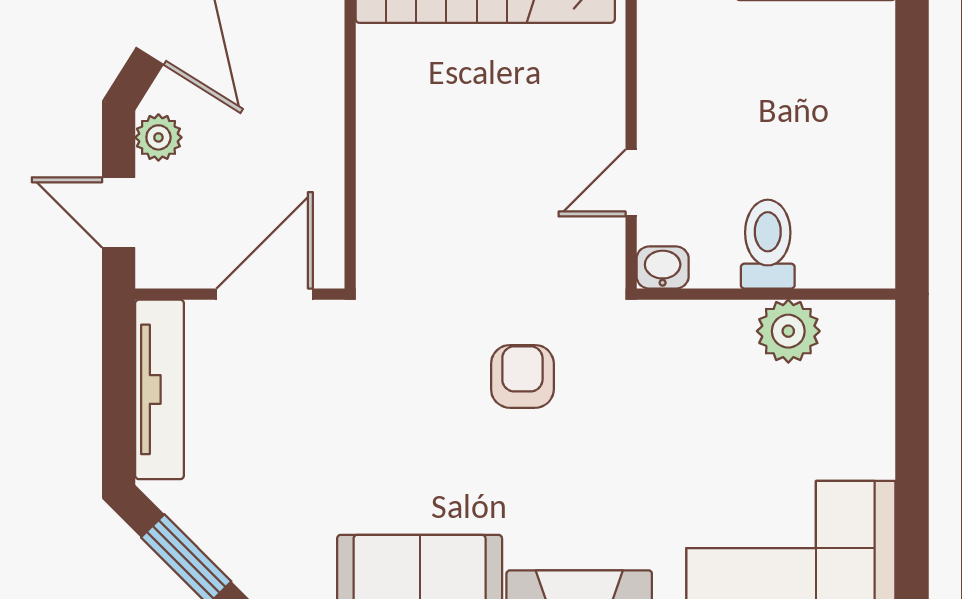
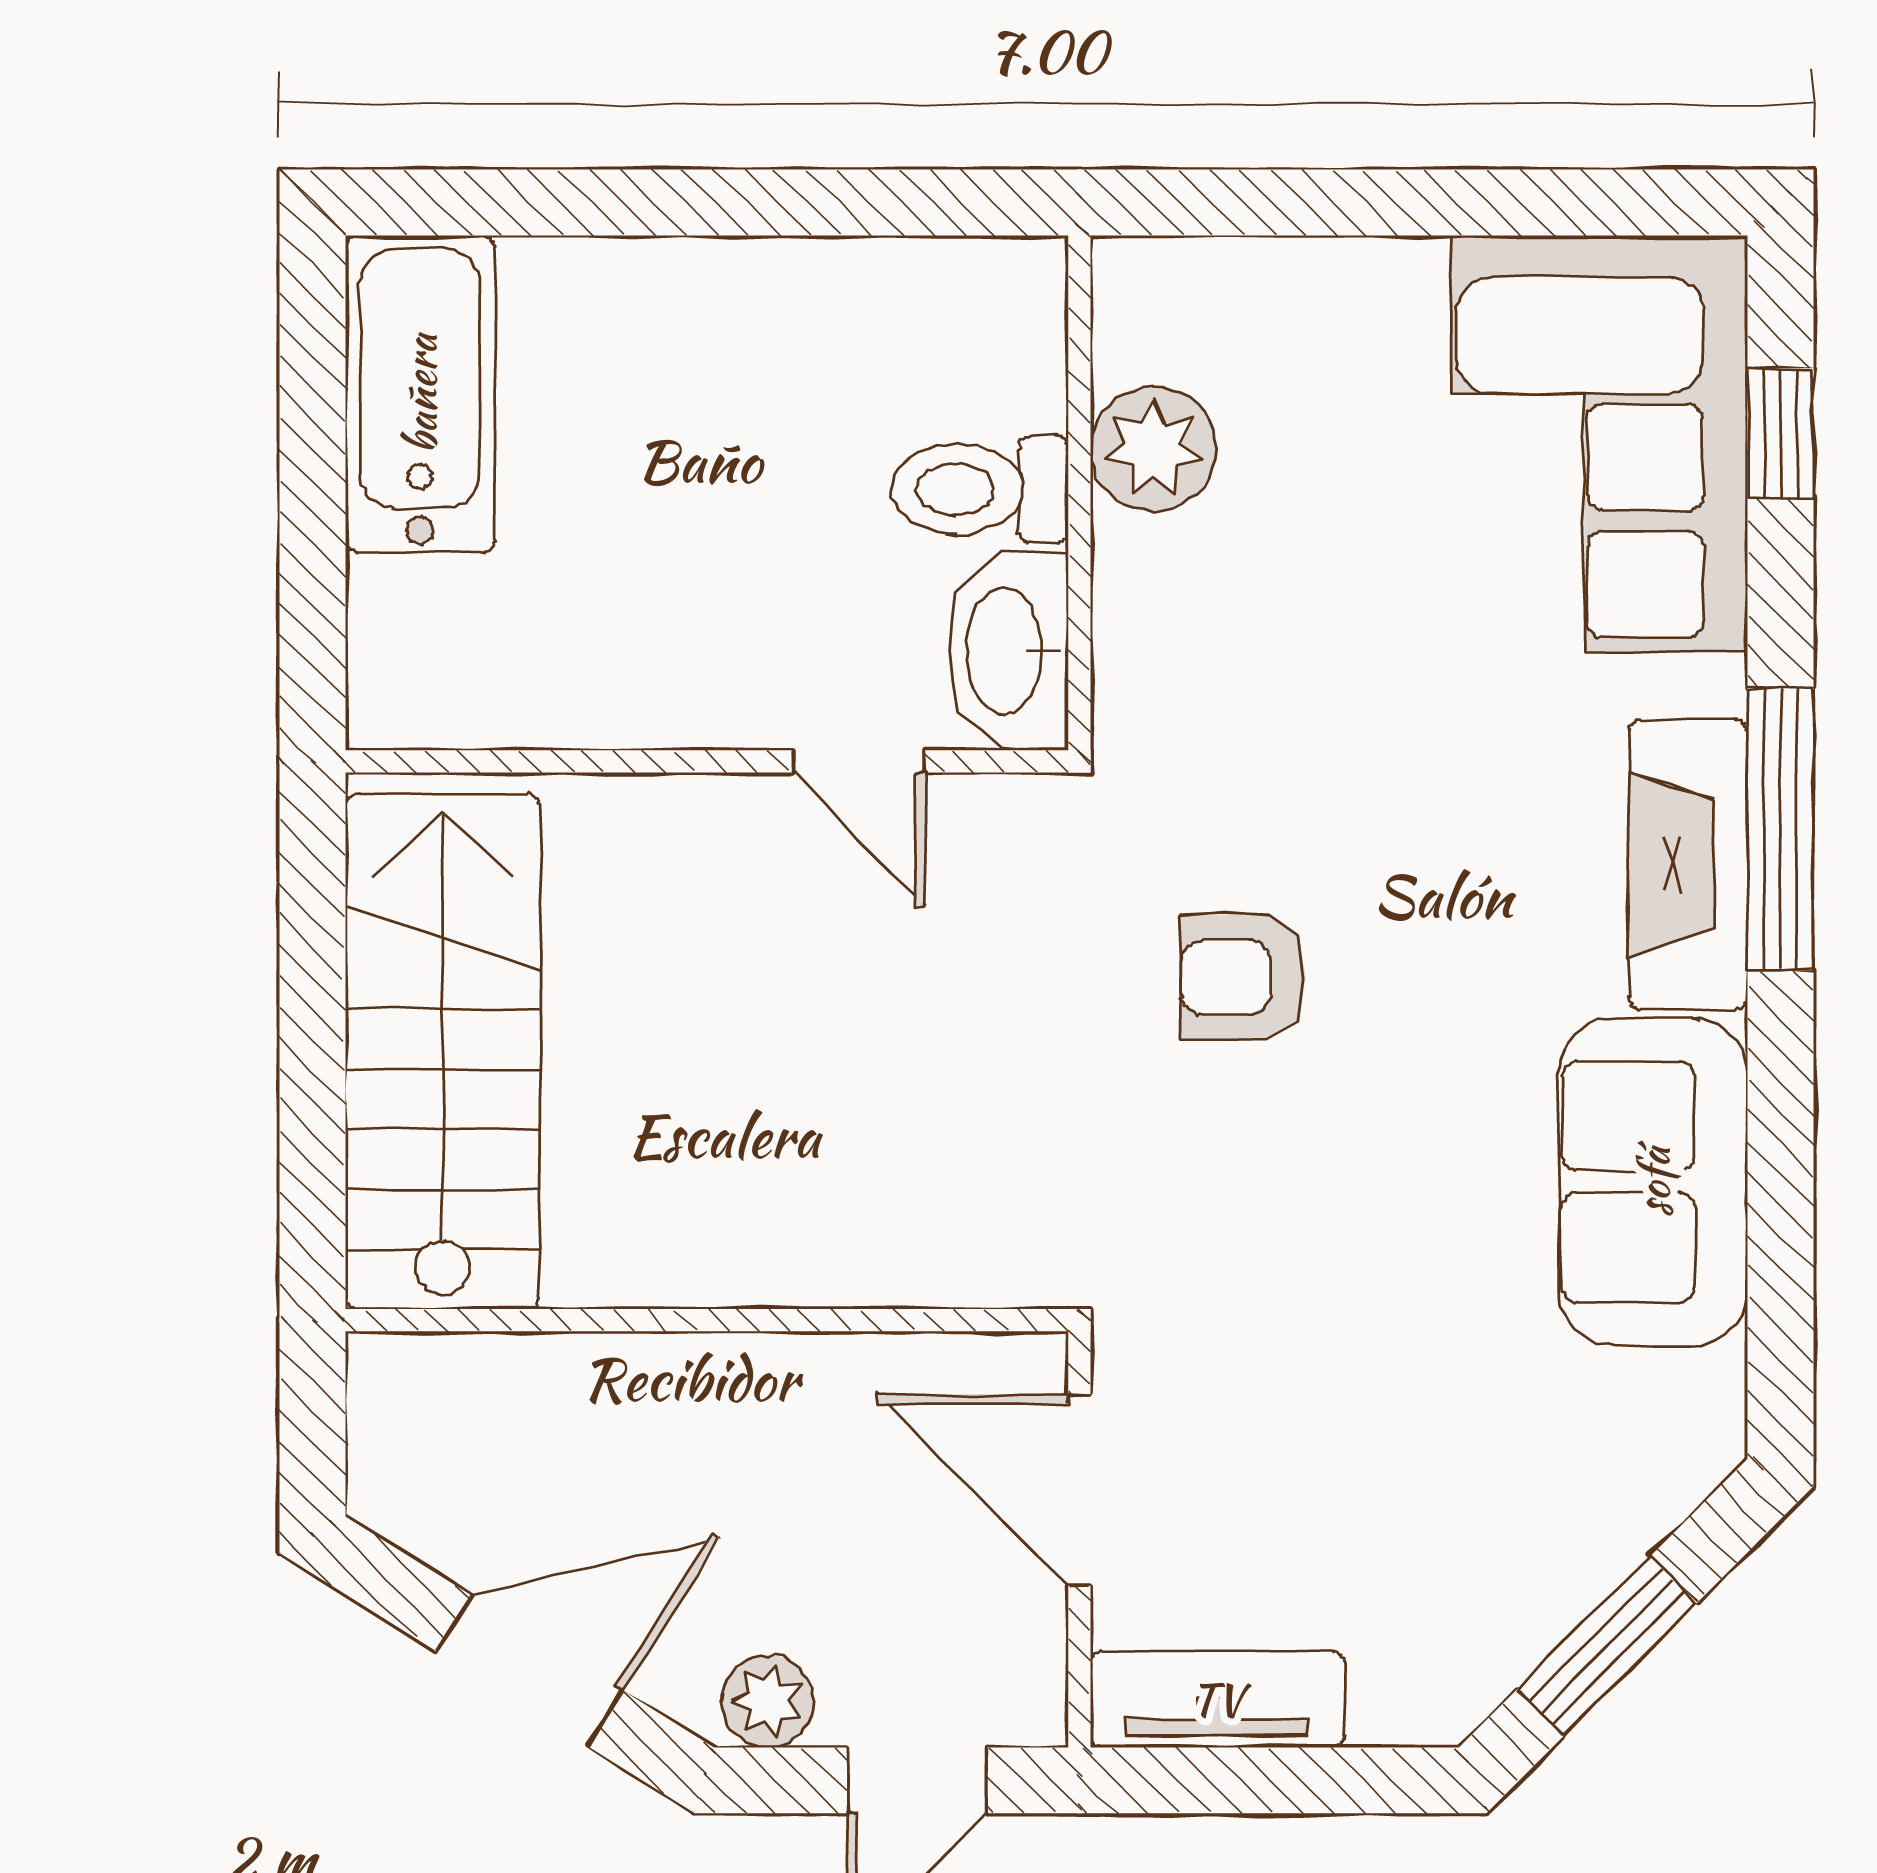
washbasin: (663, 267) -> (1008, 651), width x1.91, depth x1.45
tv unit: (160, 389) -> (1217, 1699), width x0.71

